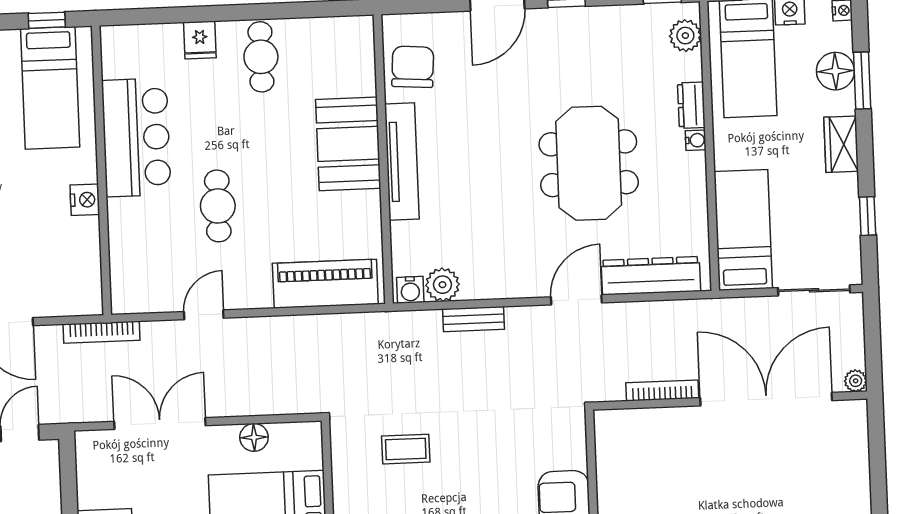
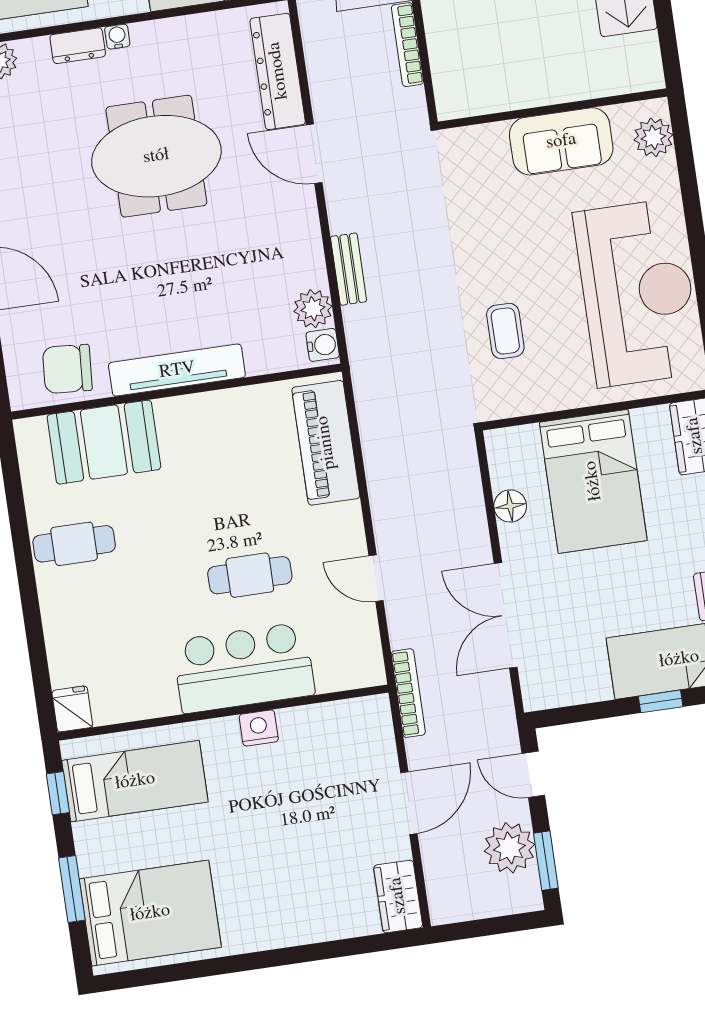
fridge: (200, 40) -> (72, 709), moved, turned -90
bar counter: (136, 137) -> (244, 668), moved
booth: (348, 144) -> (104, 442), moved

